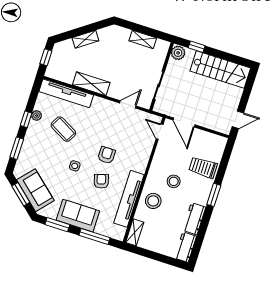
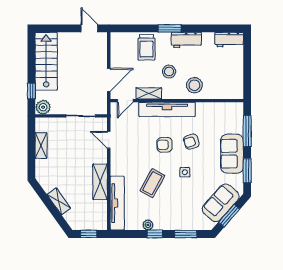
coffee table: (63, 129) -> (152, 183), moved
tv unit: (129, 199) -> (167, 109), moved
workbench: (194, 219) -> (186, 40), moved
shelving: (135, 232) -> (149, 93), moved

